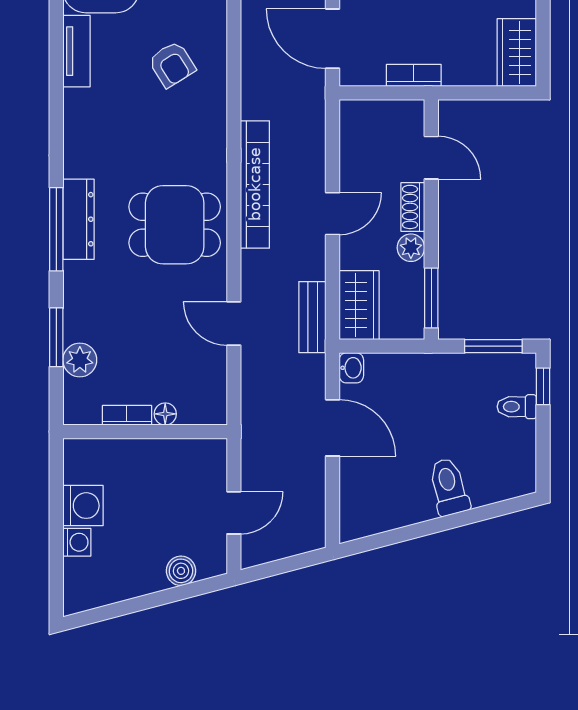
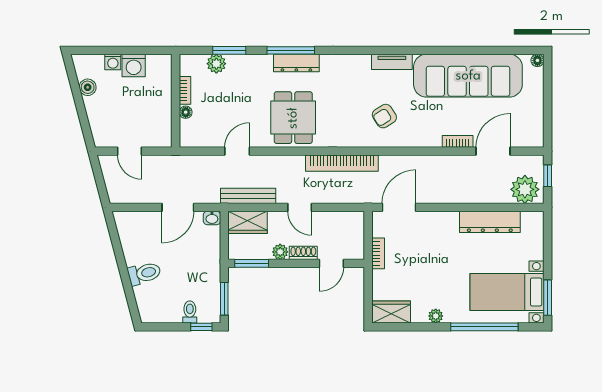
bookcase: (255, 184) -> (342, 163), moved
bench: (312, 317) -> (248, 196), width x1.36
boiler: (181, 571) -> (88, 87), moved

